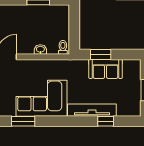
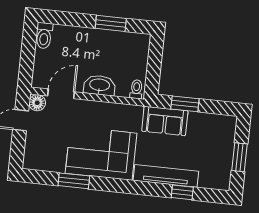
washbasin: (40, 50) -> (100, 85), width x1.91, depth x1.45
sofa: (106, 69) -> (165, 121), moved

